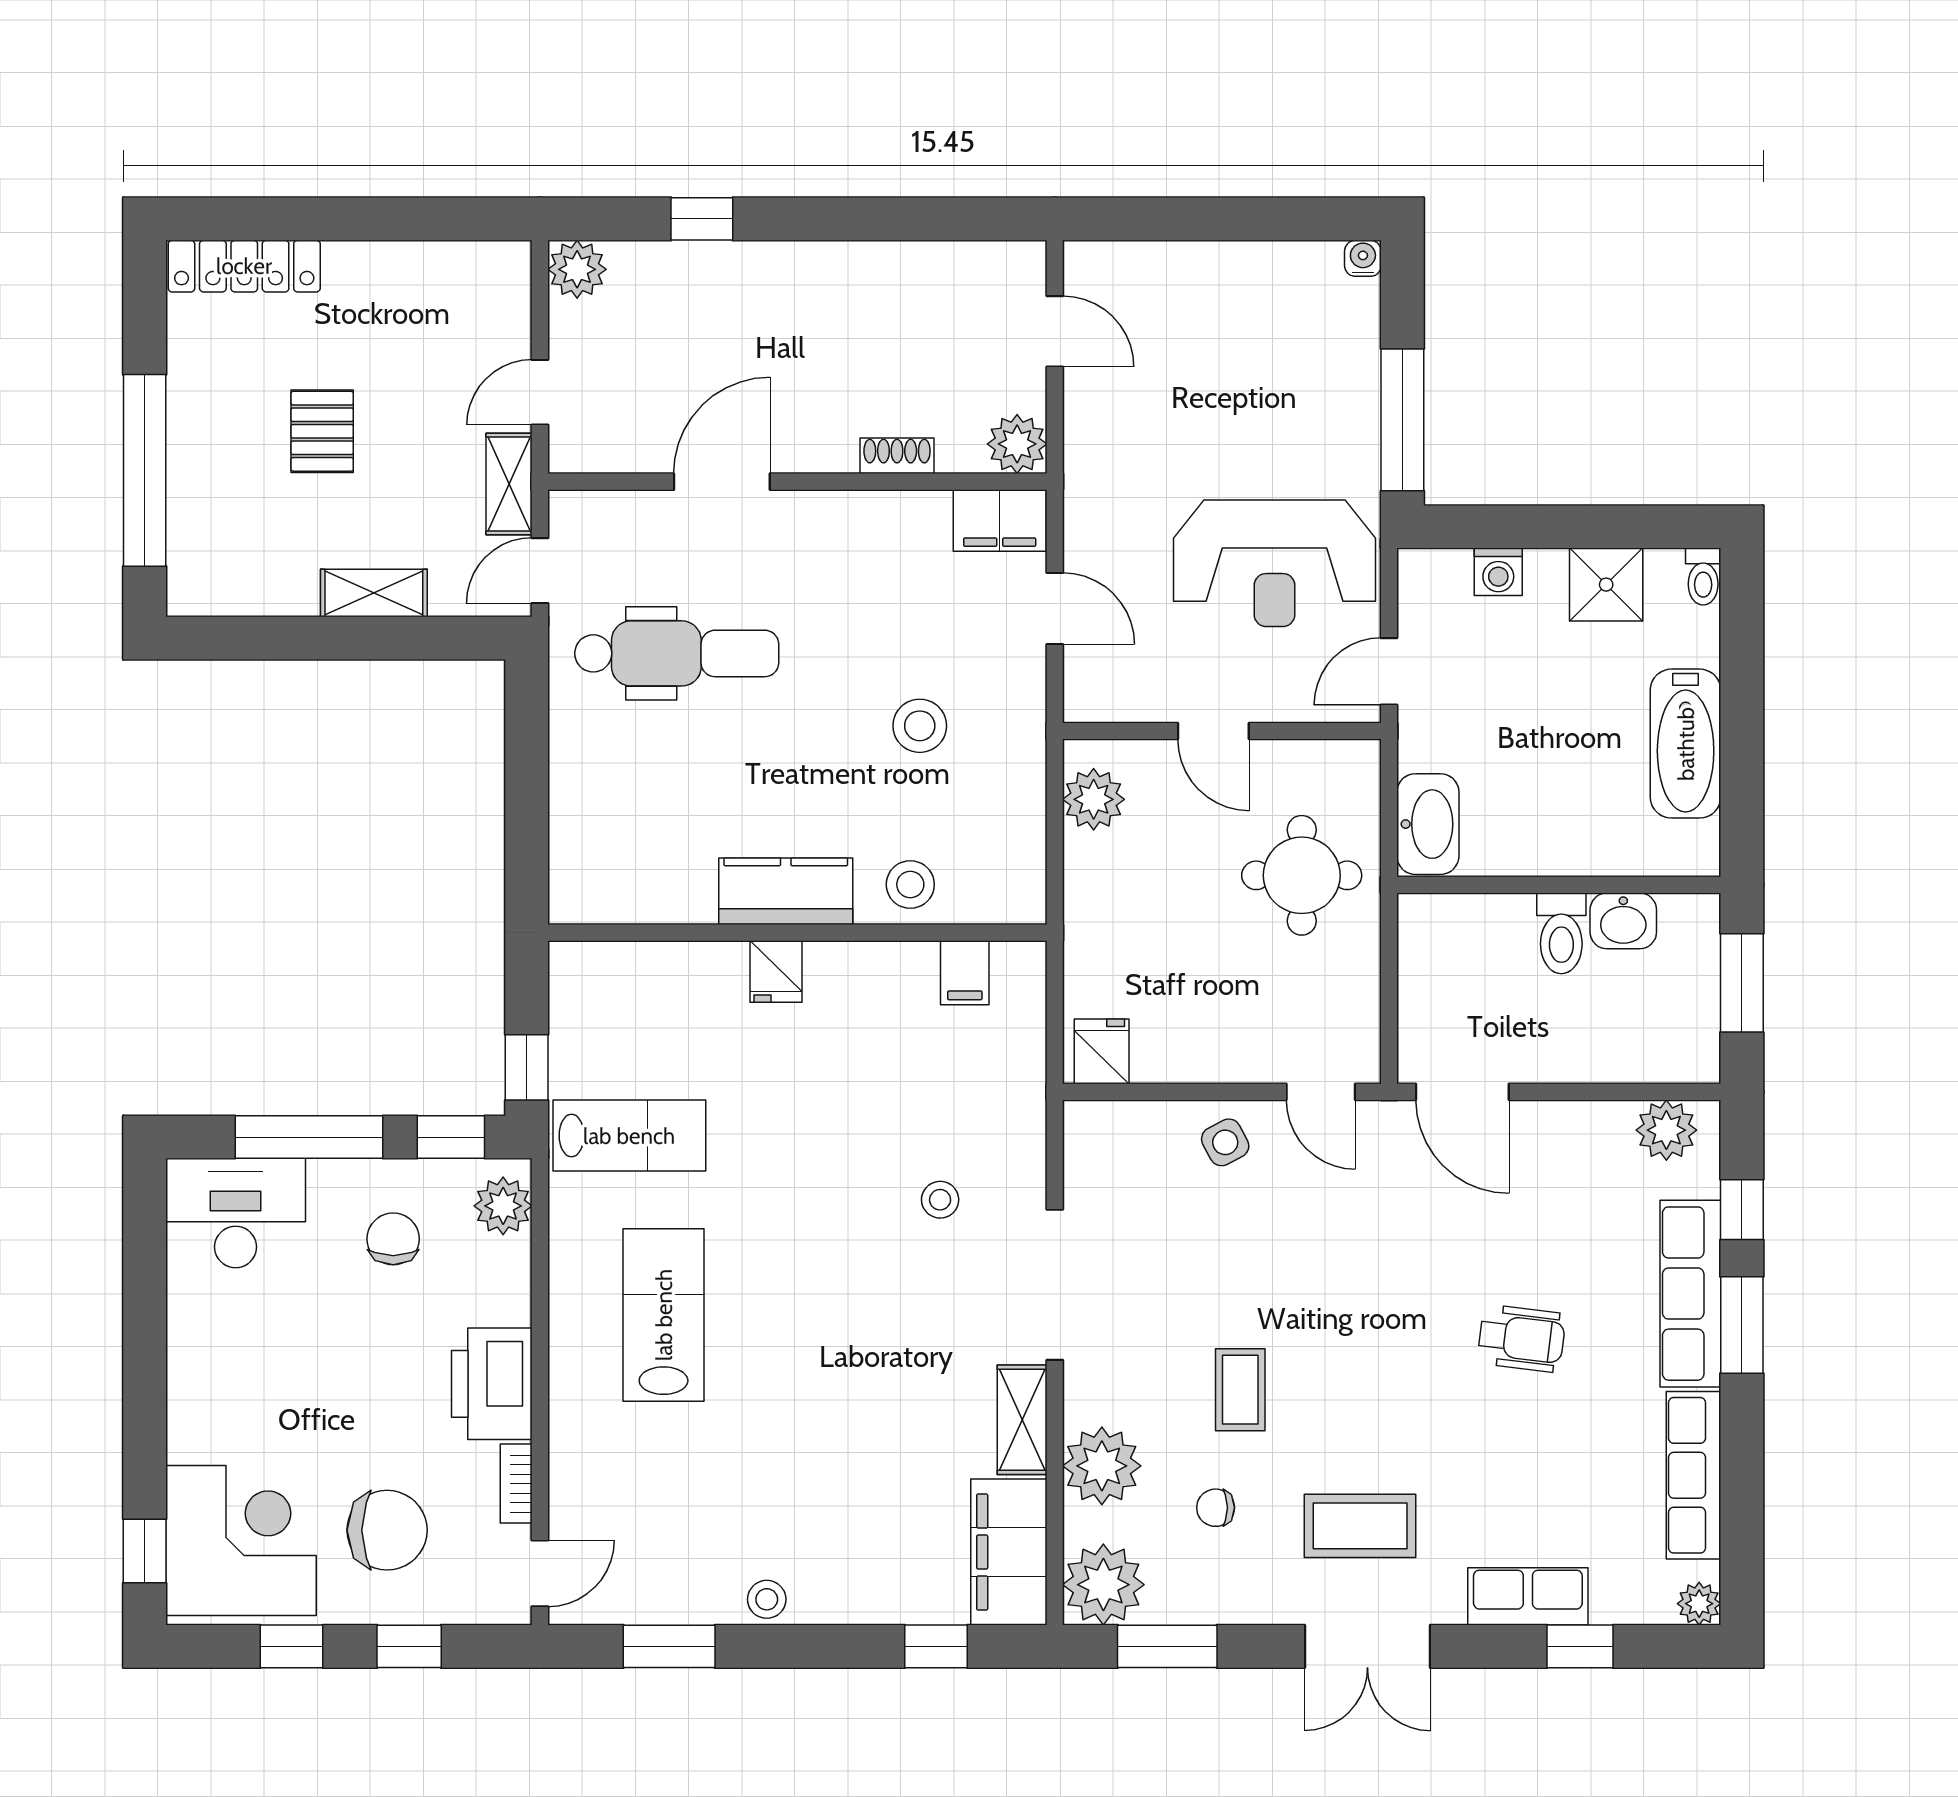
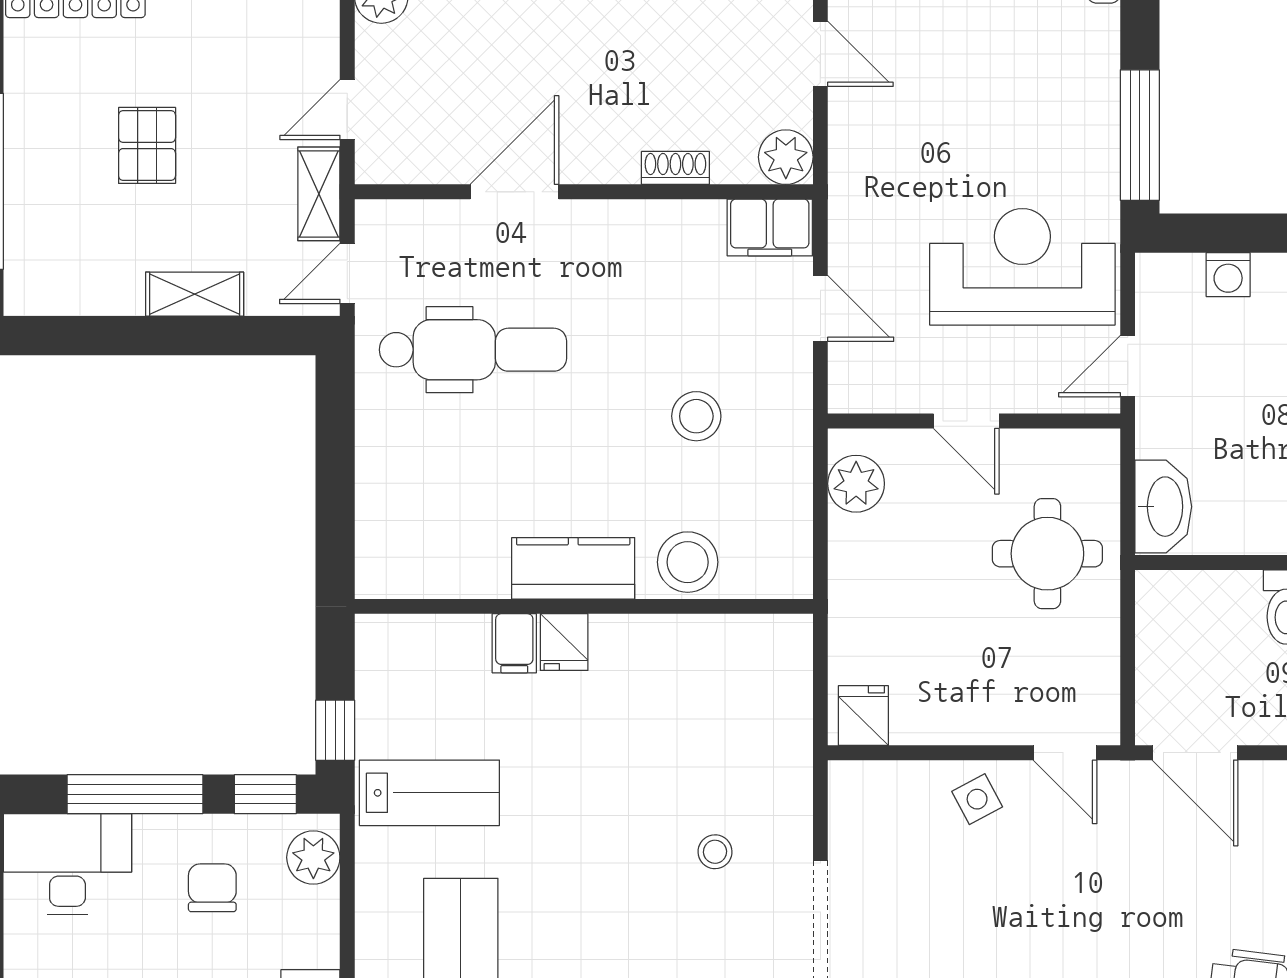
reception desk: (1274, 563) -> (1022, 267), turned 180
stool: (910, 885) -> (688, 562), width x1.38, depth x1.38
filing cabinet: (965, 973) -> (514, 643), moved

